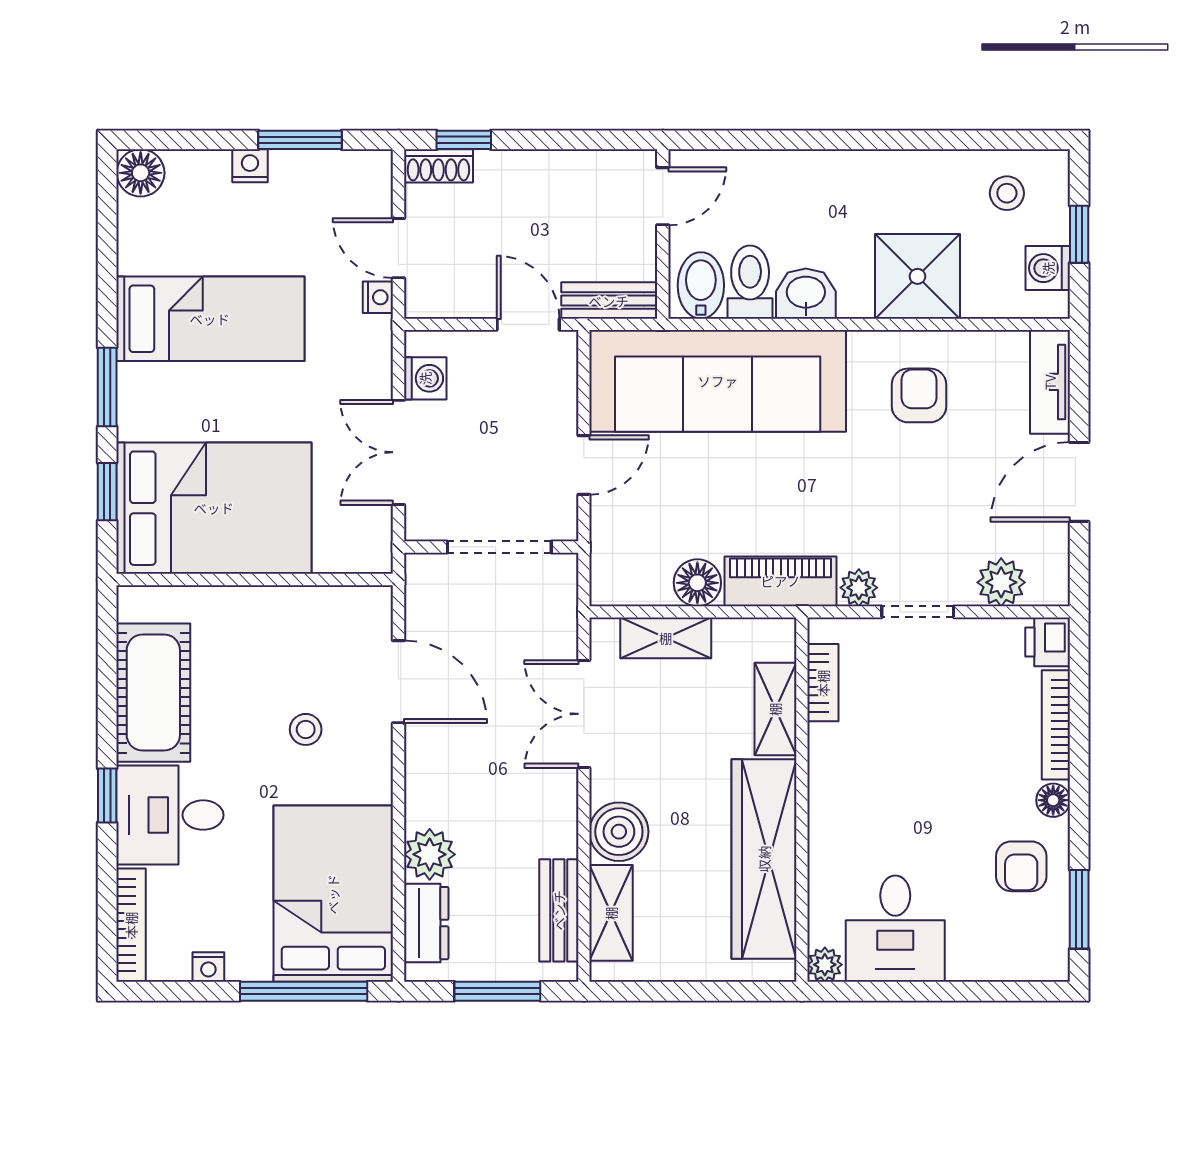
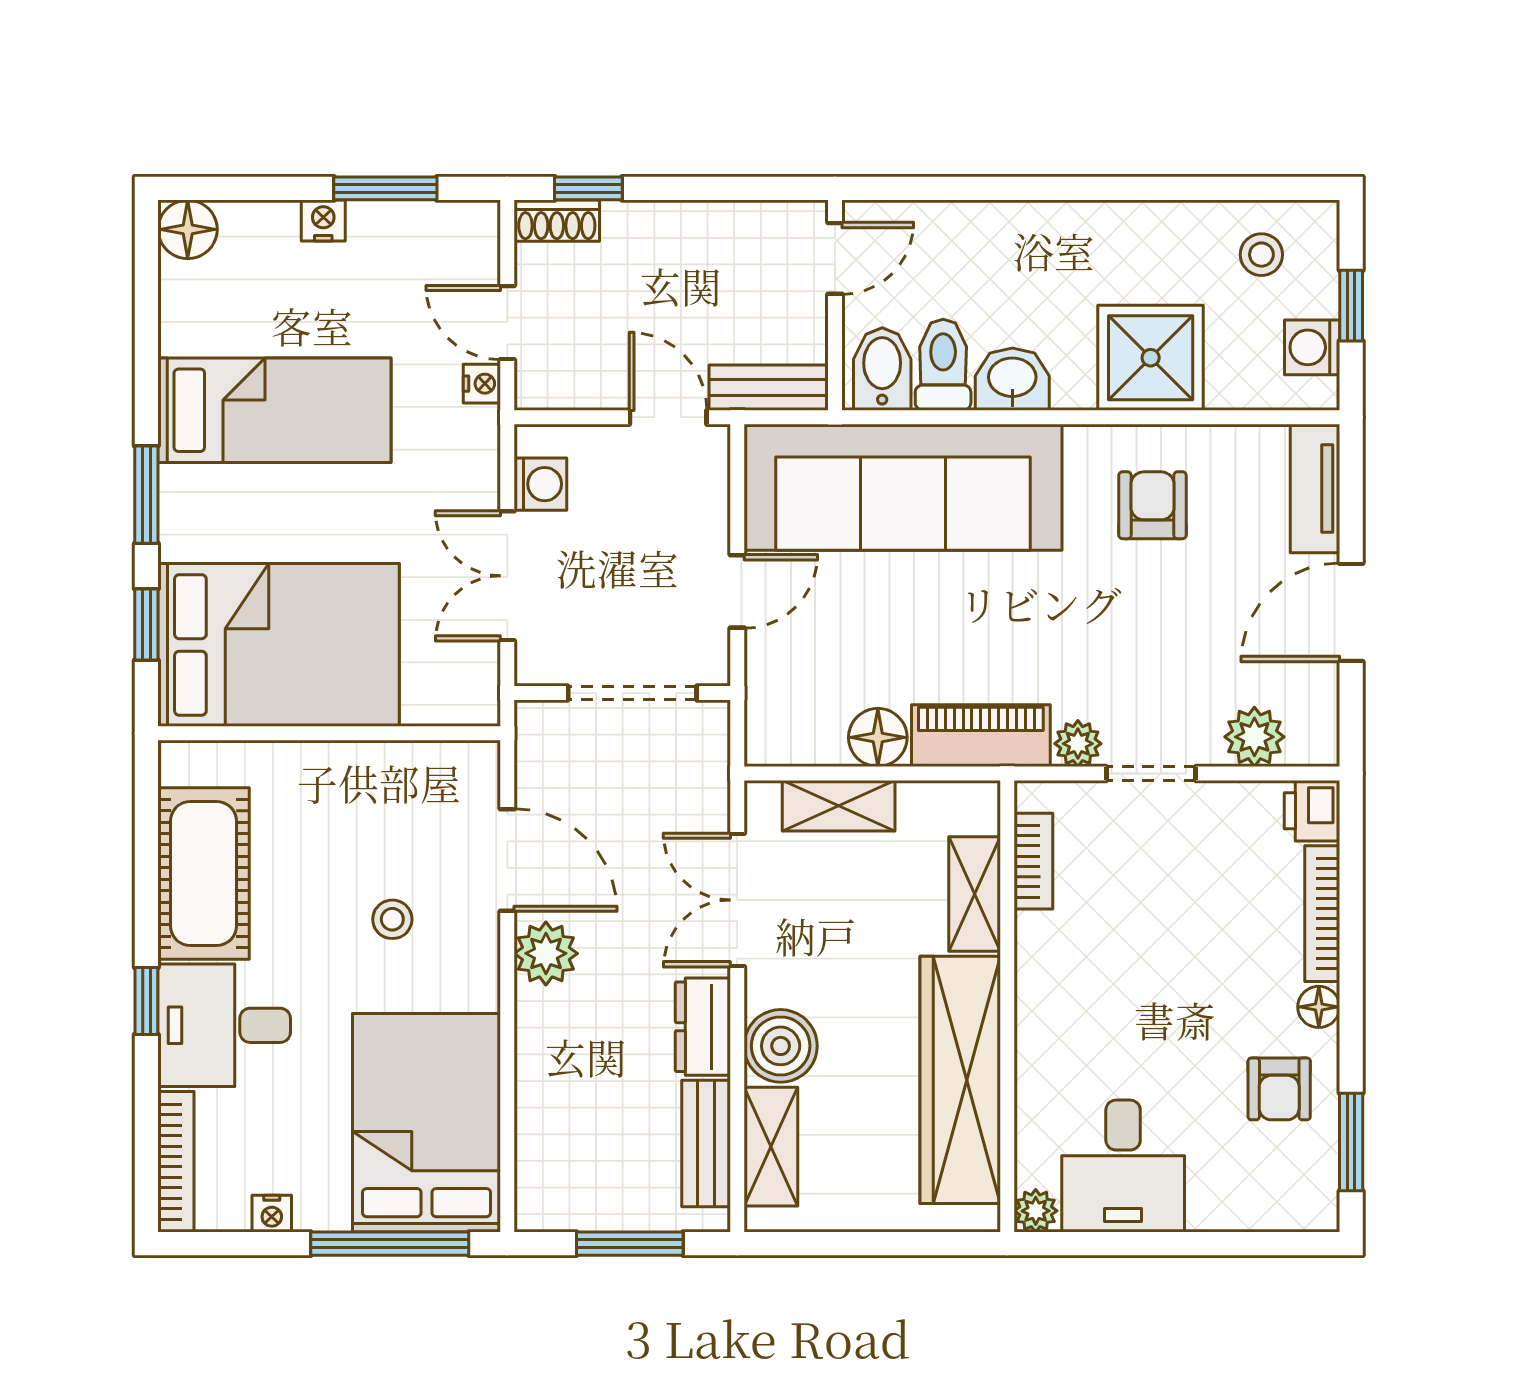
plant: (430, 854) -> (546, 953), moved
dresser: (426, 923) -> (703, 1027), moved, turned 180

